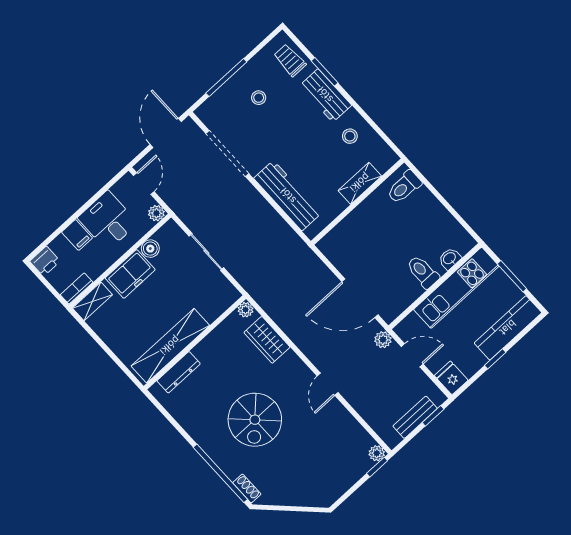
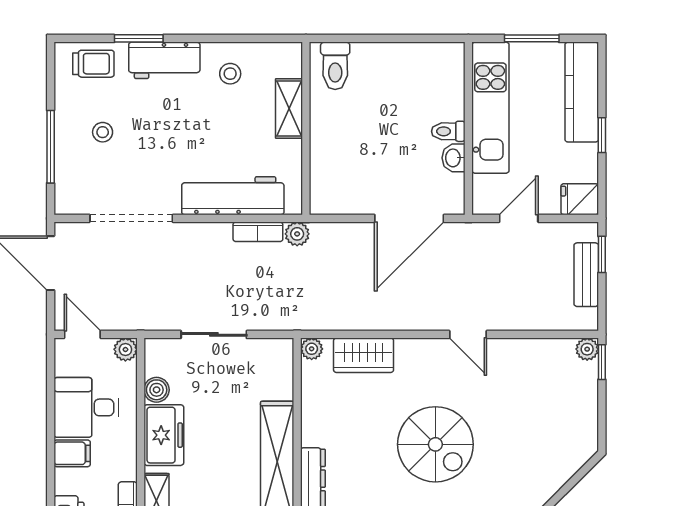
trolley: (290, 60) -> (93, 64), turned 180
bookcase: (281, 226) -> (258, 232), added
washbasin: (450, 259) -> (454, 158), moved
toilet: (423, 272) -> (448, 131), width x0.73, depth x0.72
plant: (383, 340) -> (297, 234), moved

